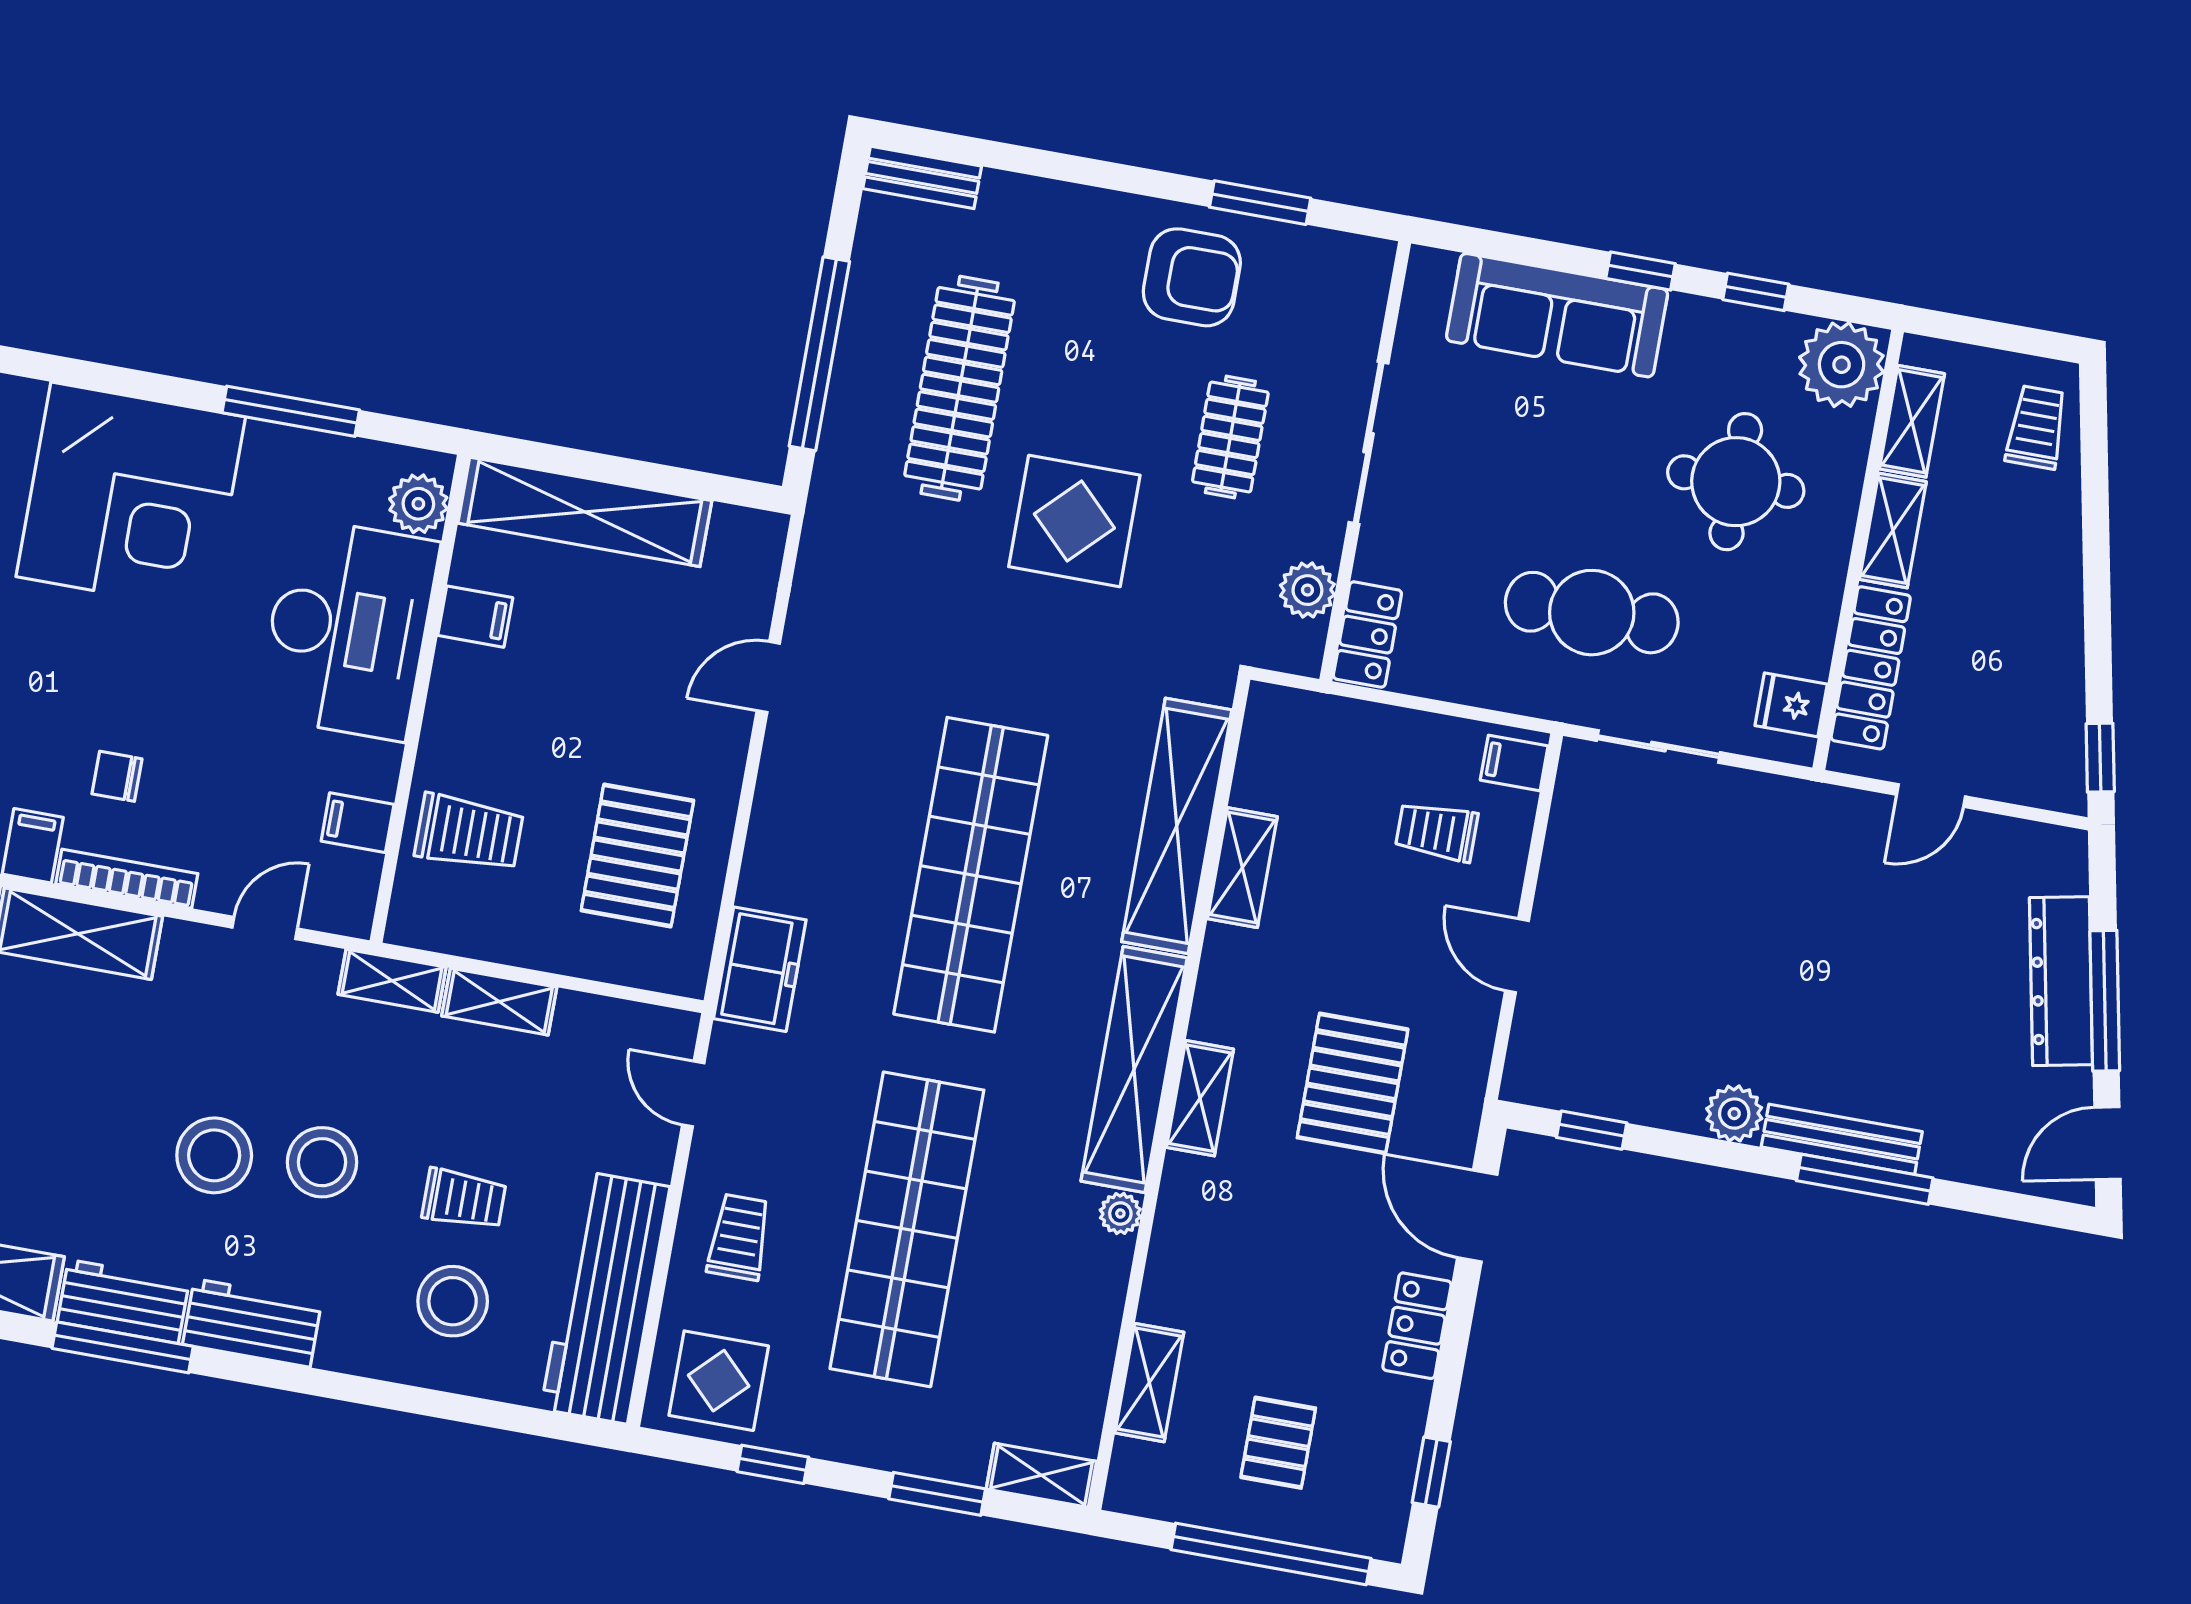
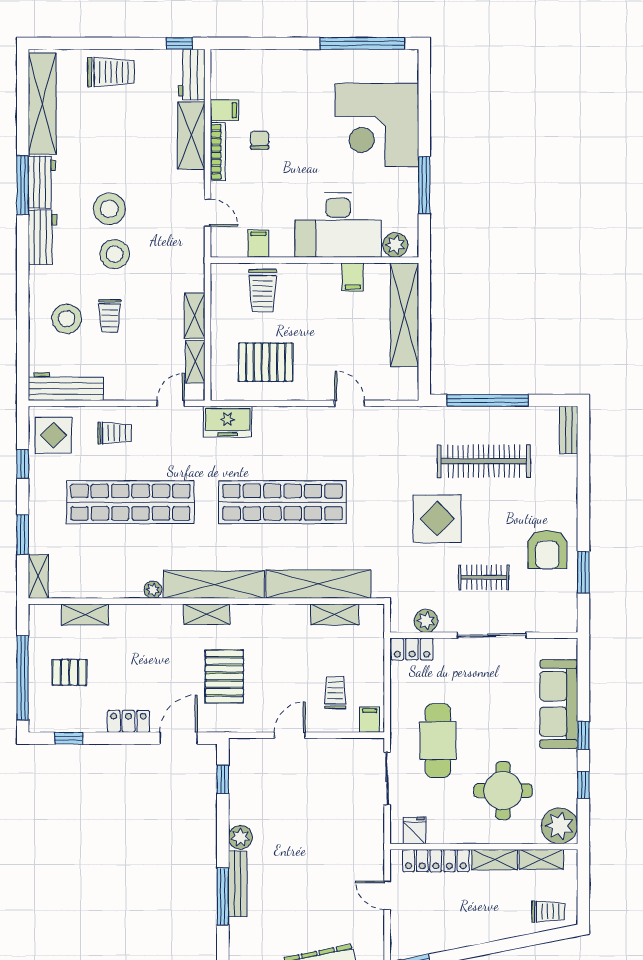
shelving: (1242, 868) -> (335, 615), moved
shelving: (392, 981) -> (195, 362), moved
pallet: (1353, 1083) -> (224, 676), turned 90
workbench: (605, 1298) -> (66, 386), width x0.73, depth x0.76

